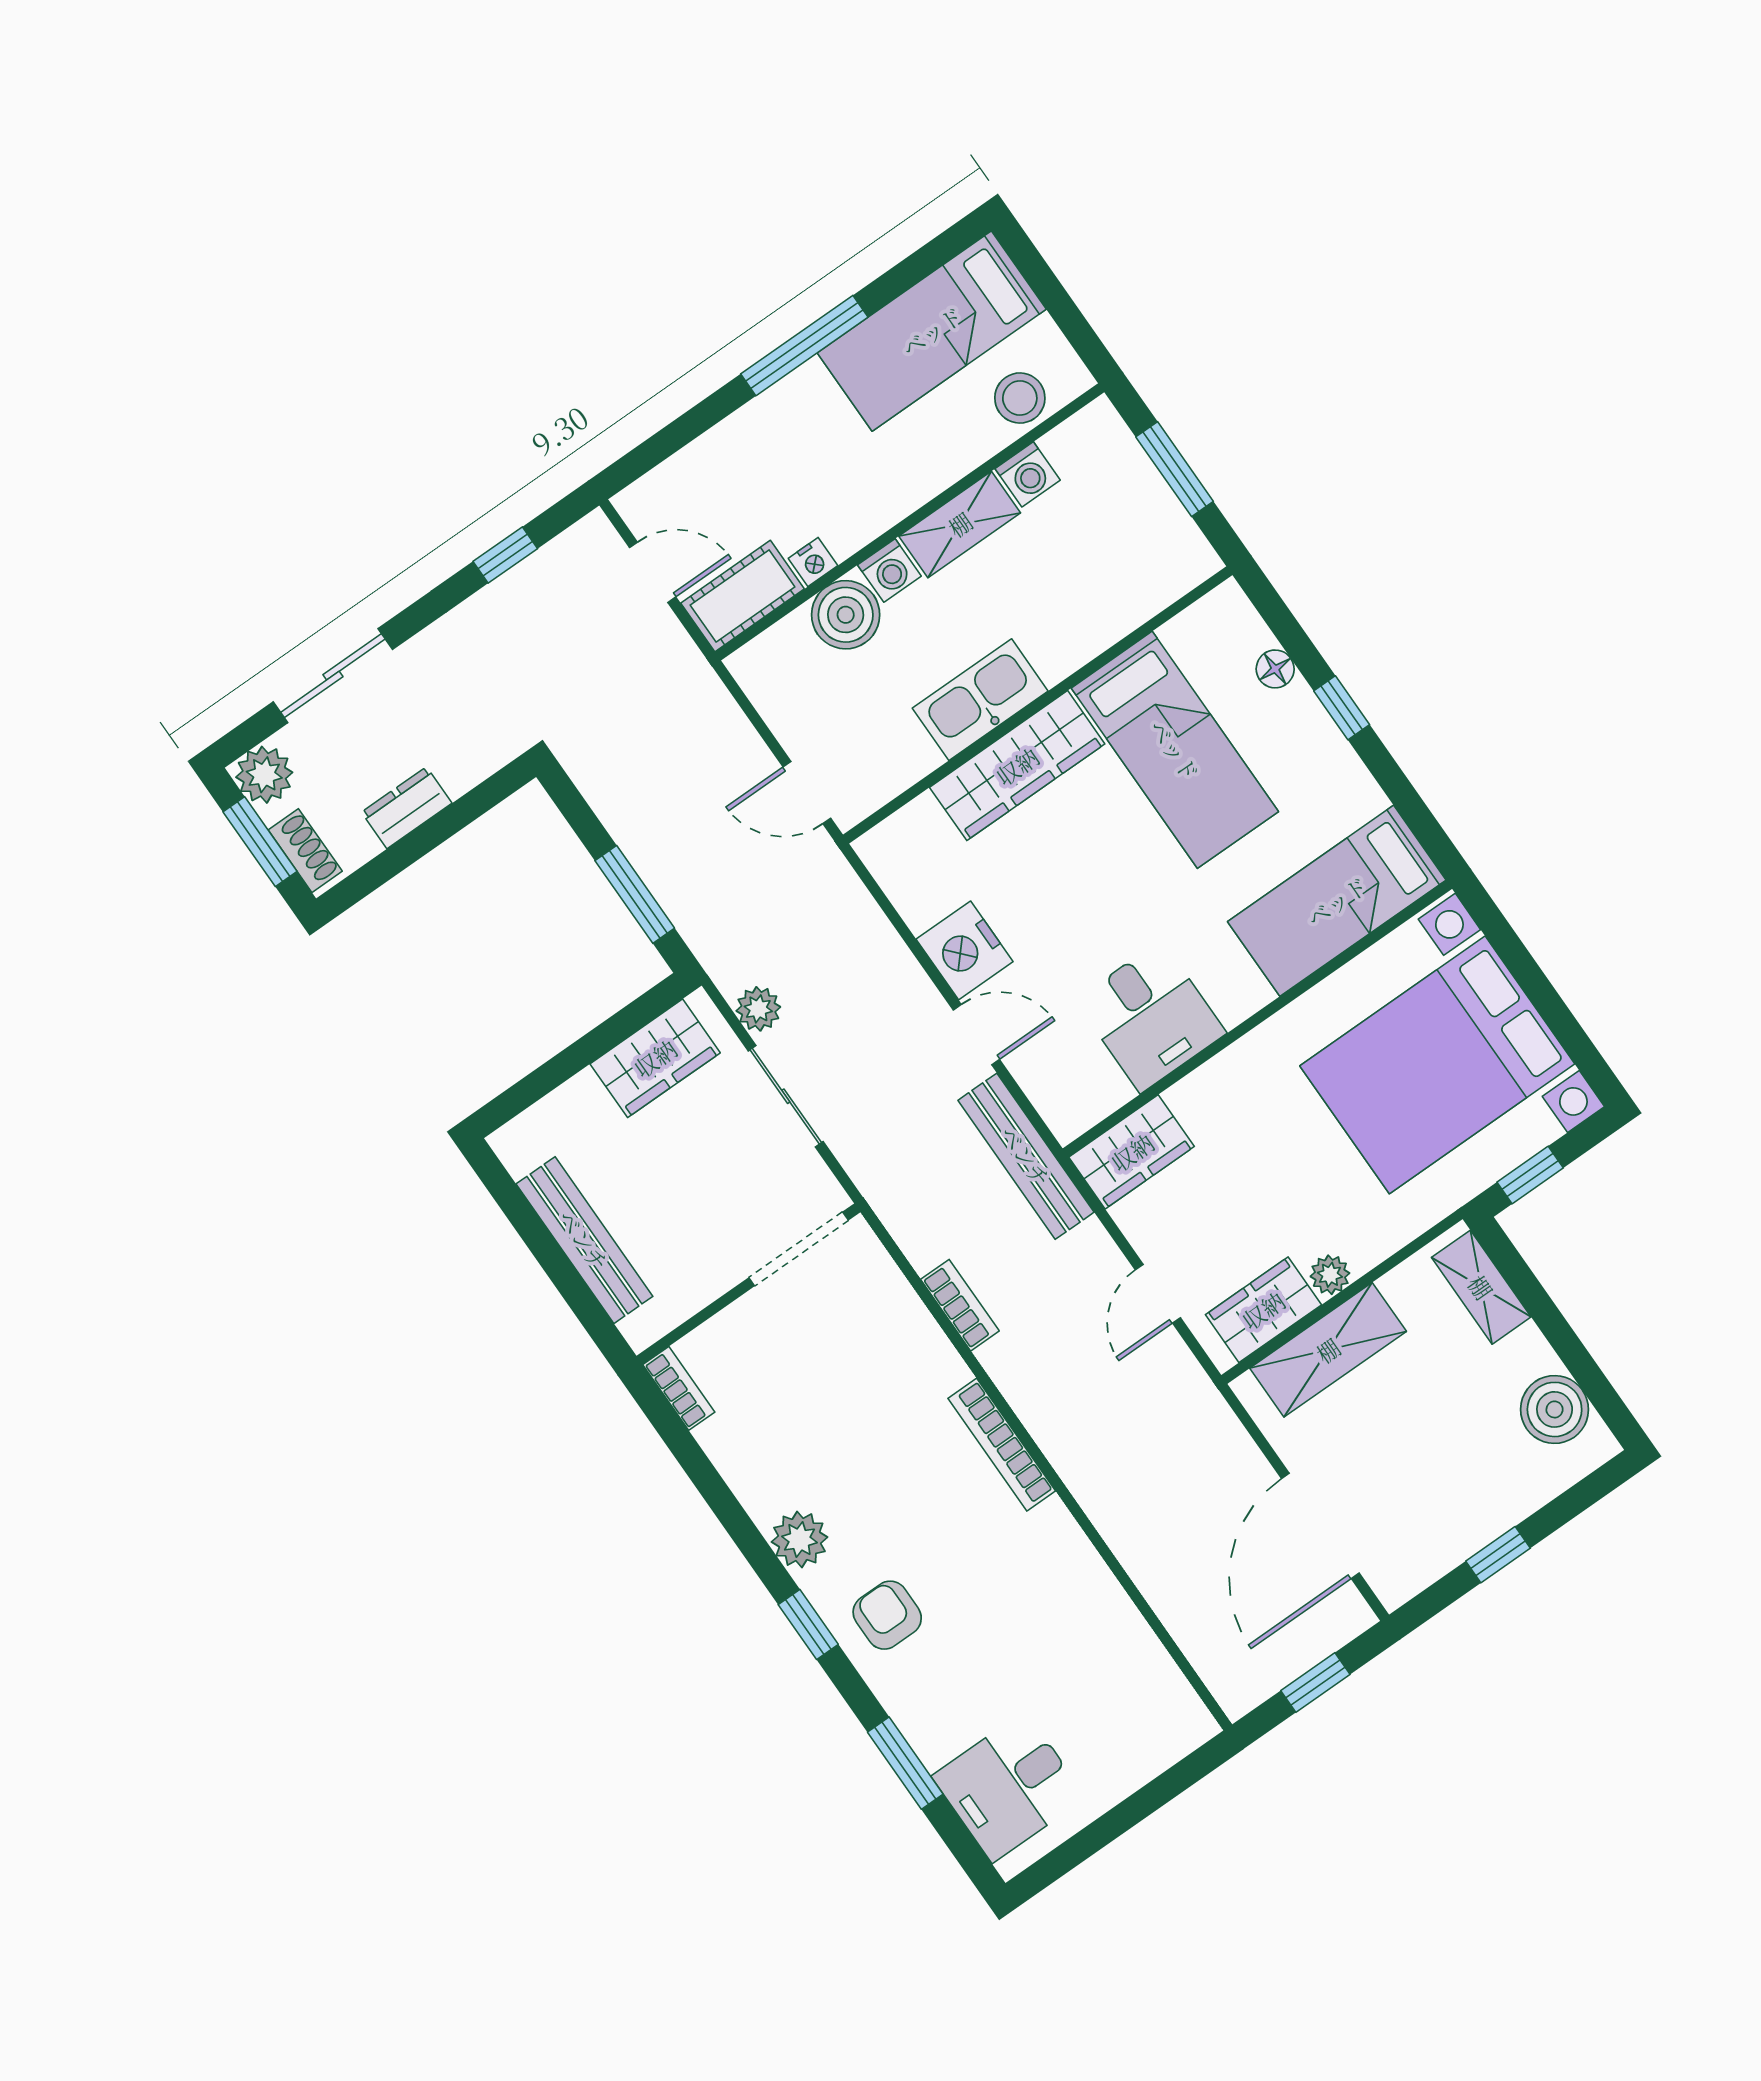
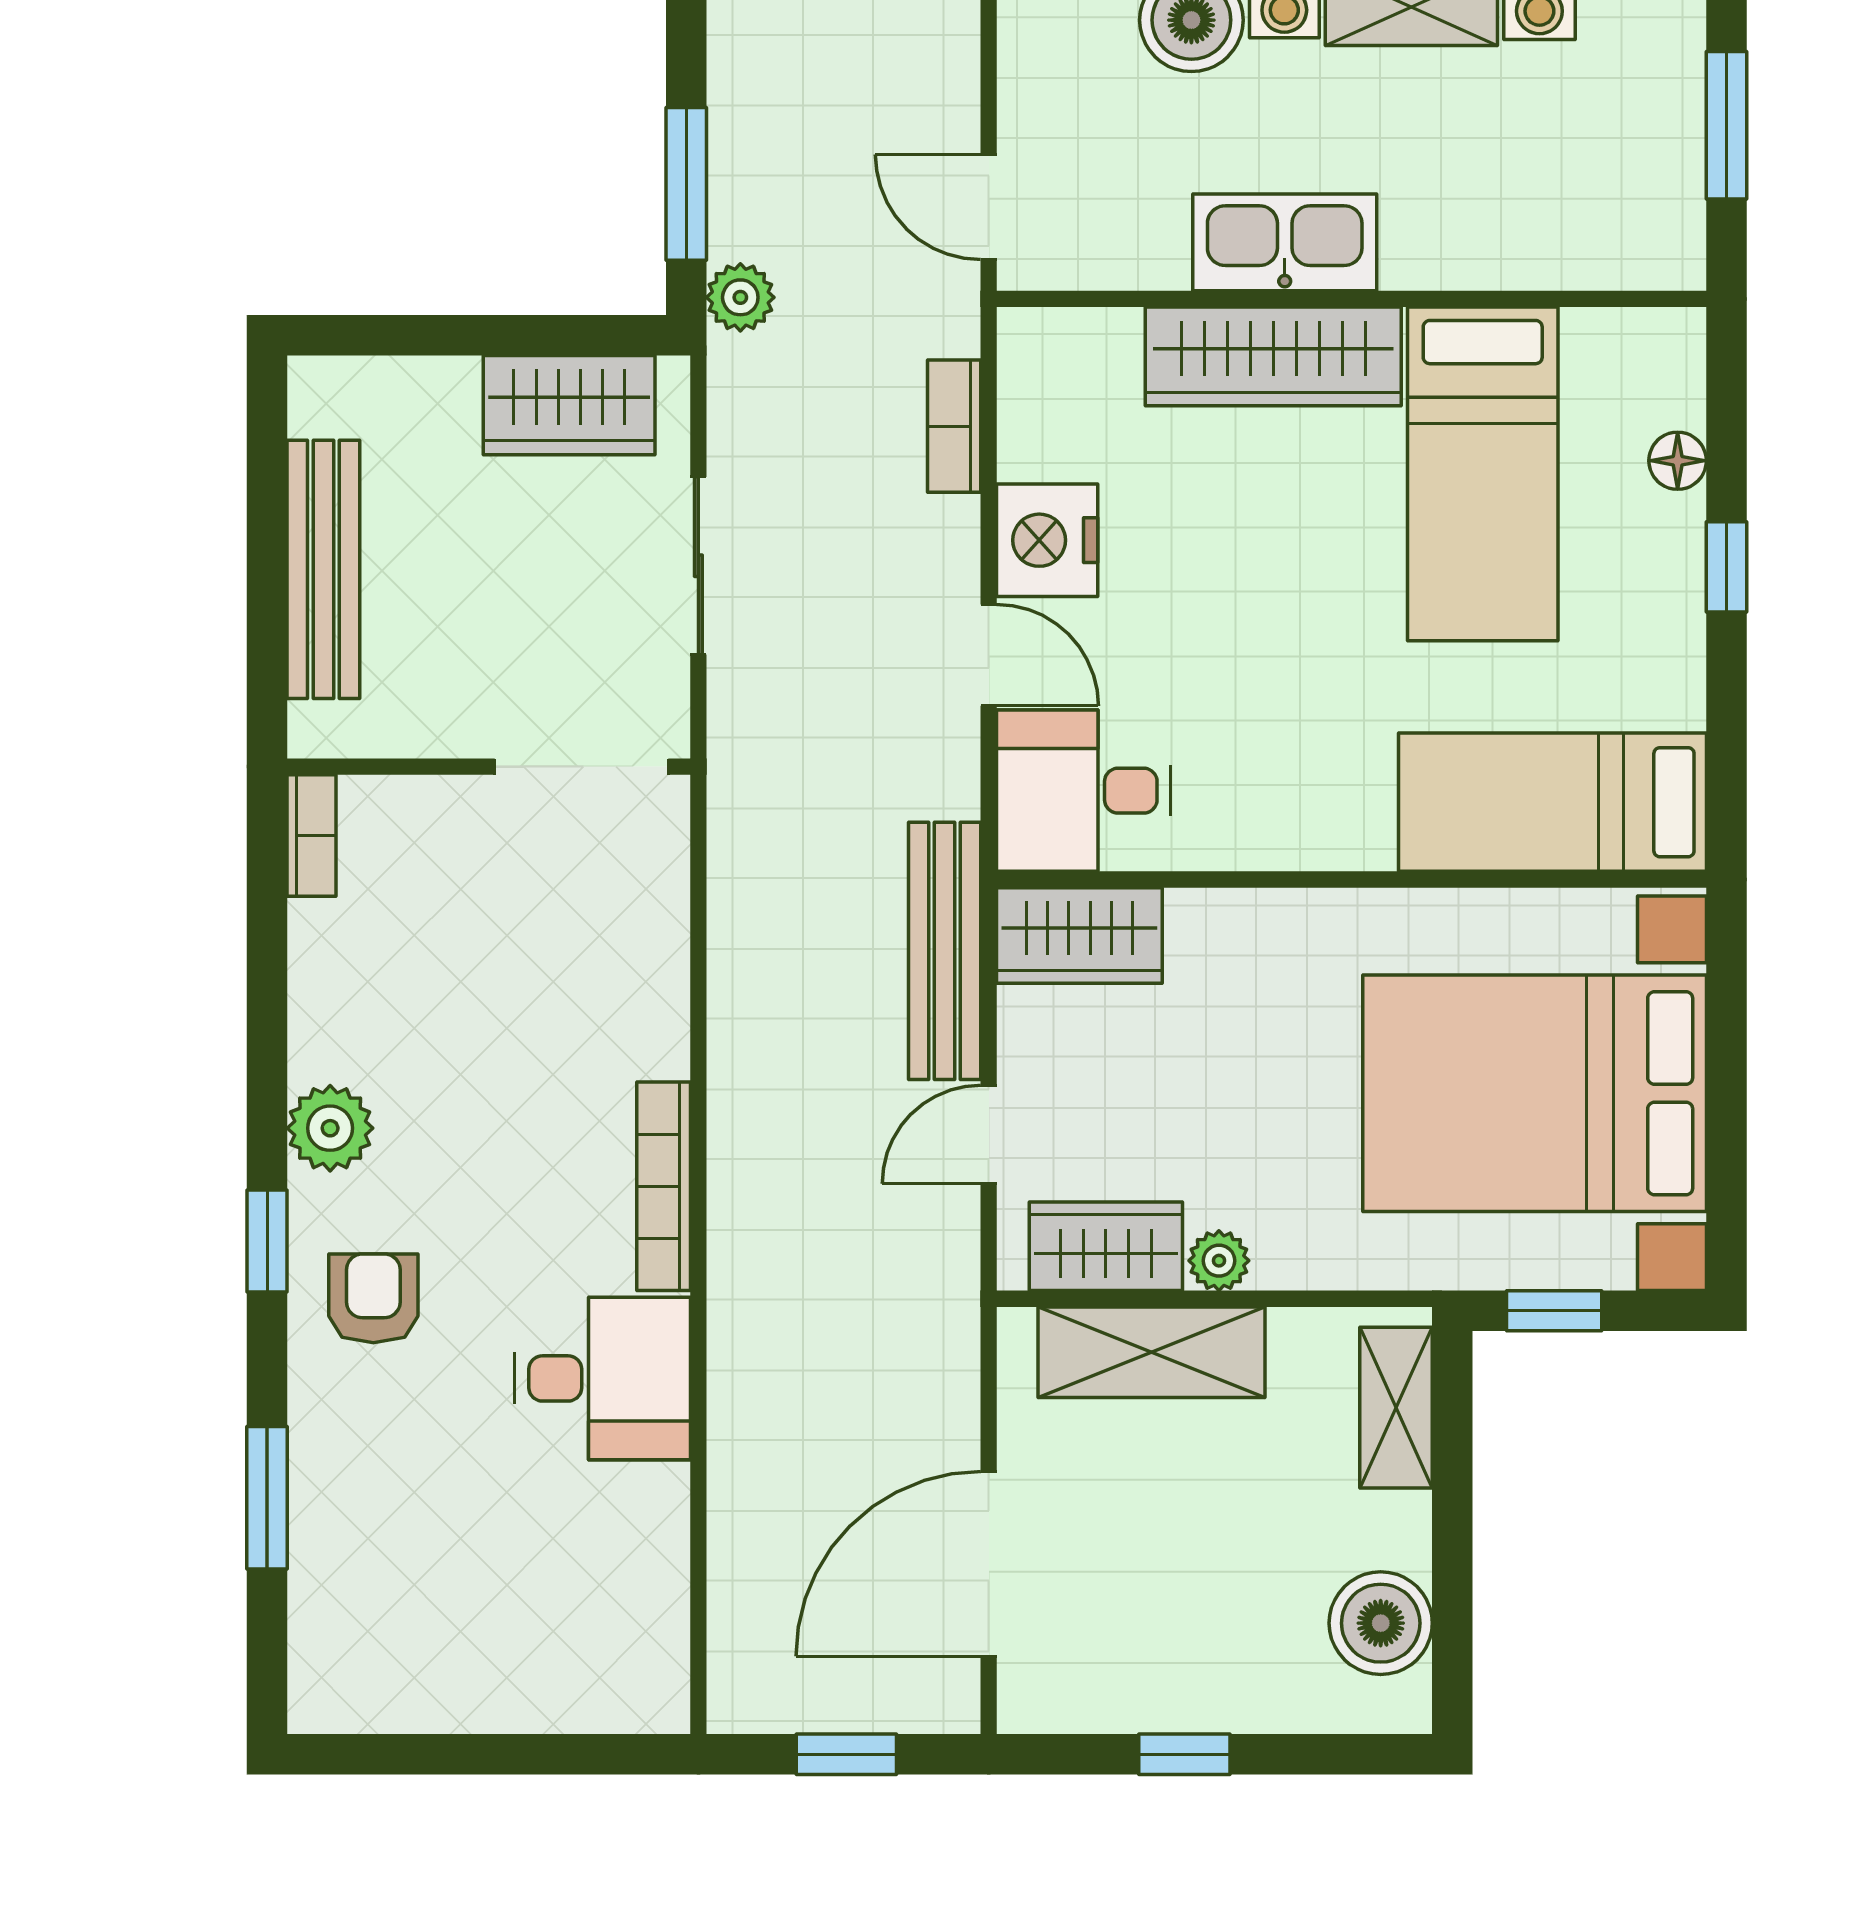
plant: (758, 1009) -> (740, 297), moved
desk: (1151, 1017) -> (1084, 791), moved, turned 90
bench: (1026, 1156) -> (945, 951), moved
bookcase: (960, 1305) -> (954, 426), moved, turned 180
desk: (1009, 1787) -> (603, 1378), moved, turned 180

